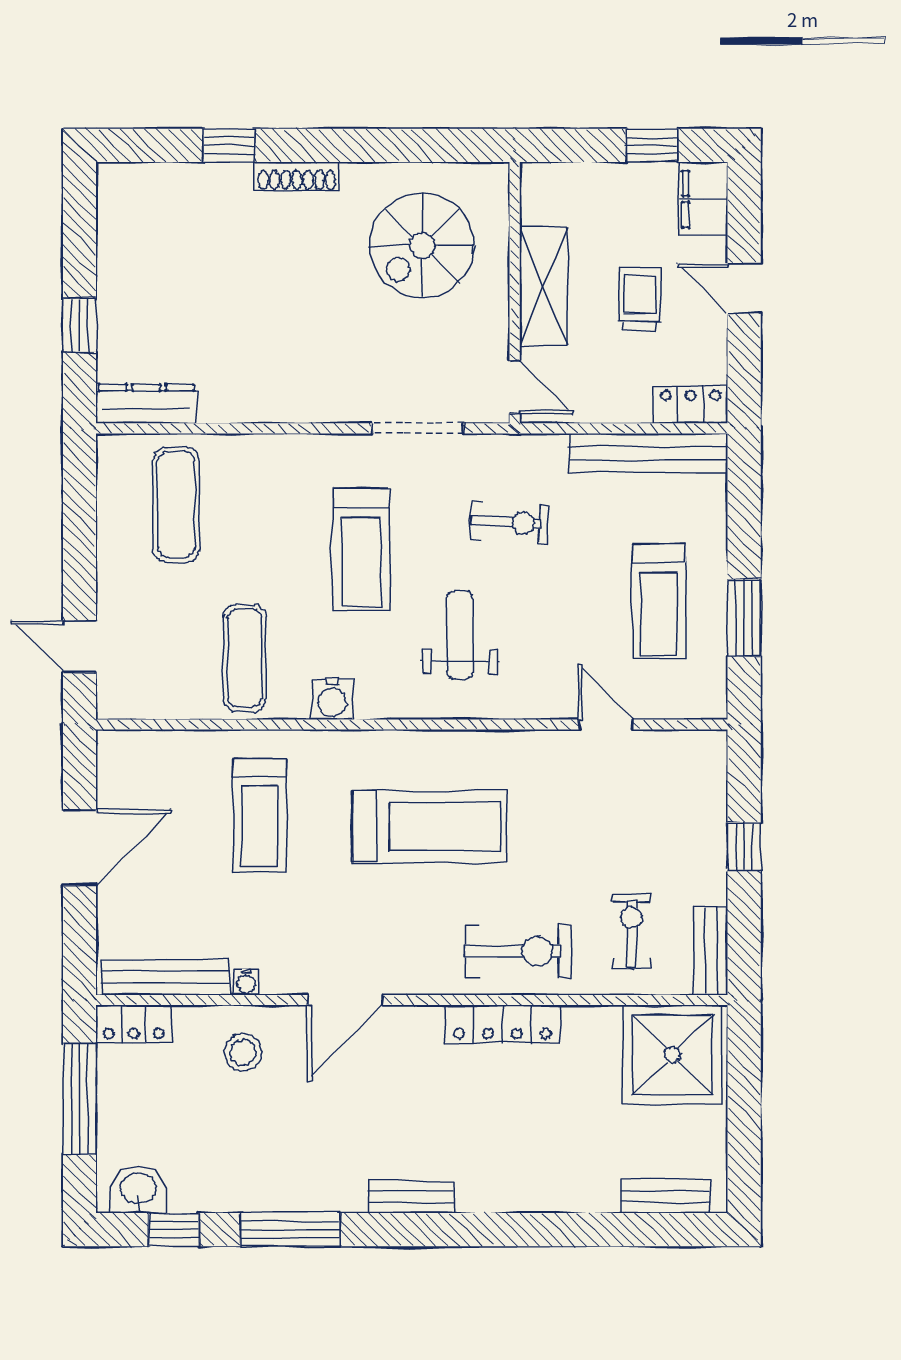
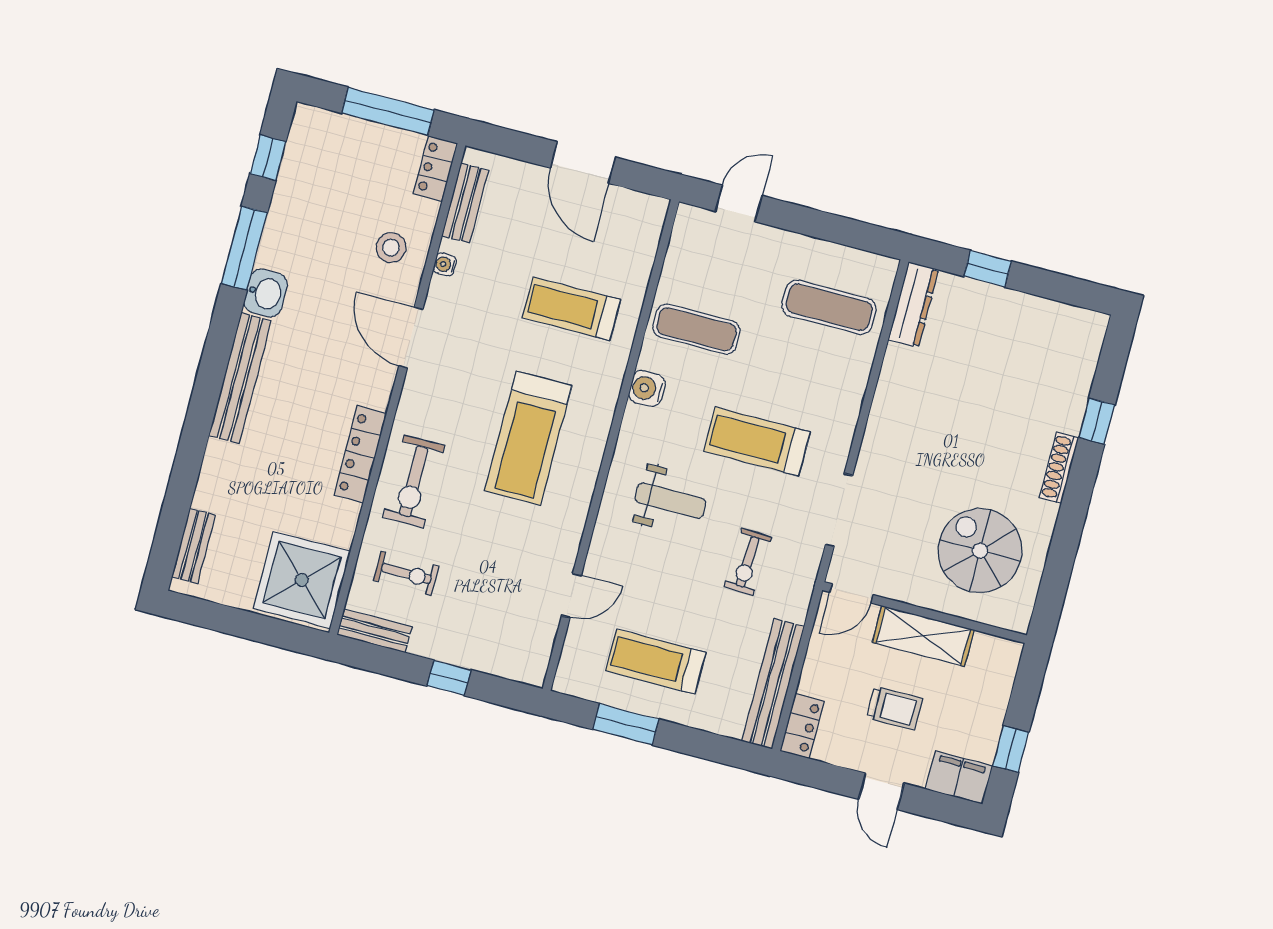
door: (744, 288) -> (881, 791), swing flipped
bench: (166, 977) -> (465, 203), width x0.73
washbasin: (138, 1189) -> (266, 293), moved
bench: (412, 1197) -> (240, 378), width x1.86, depth x1.21

